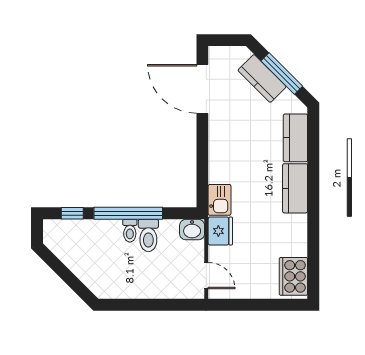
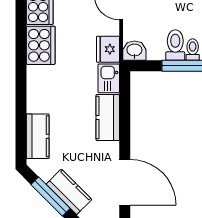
kitchen counter: (295, 188) -> (108, 118), moved, turned 180
cooker: (292, 235) -> (41, 45), added

